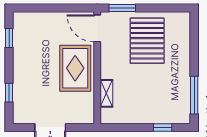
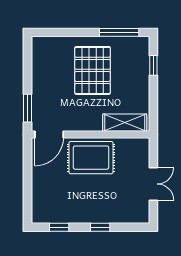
pallet: (147, 41) -> (93, 70), moved, turned 90
window: (9, 93) -> (100, 227), moved
shelving: (106, 93) -> (125, 123), width x1.50, depth x1.33

